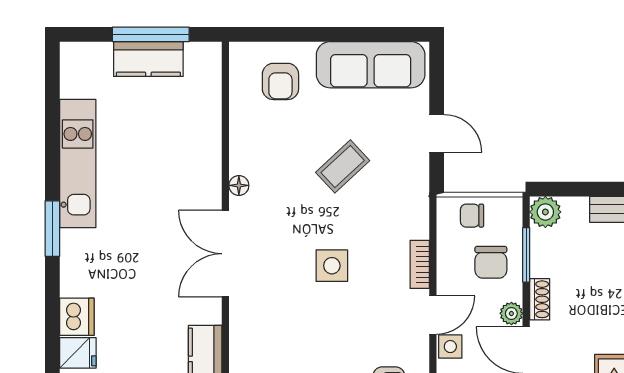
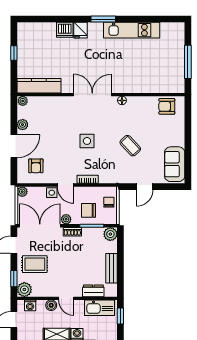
kitchen counter: (148, 59) -> (177, 61), removed
sofa: (371, 65) -> (175, 164), width x0.73
armchair: (280, 81) -> (167, 106), moved
fridge: (78, 353) -> (80, 30), moved

